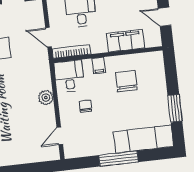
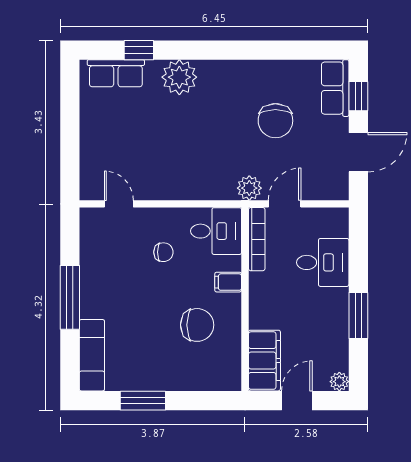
filing cabinet: (125, 41) -> (264, 361), moved
plant: (46, 98) -> (249, 188), moved
exam couch: (143, 139) -> (92, 355), width x0.73, depth x0.69

